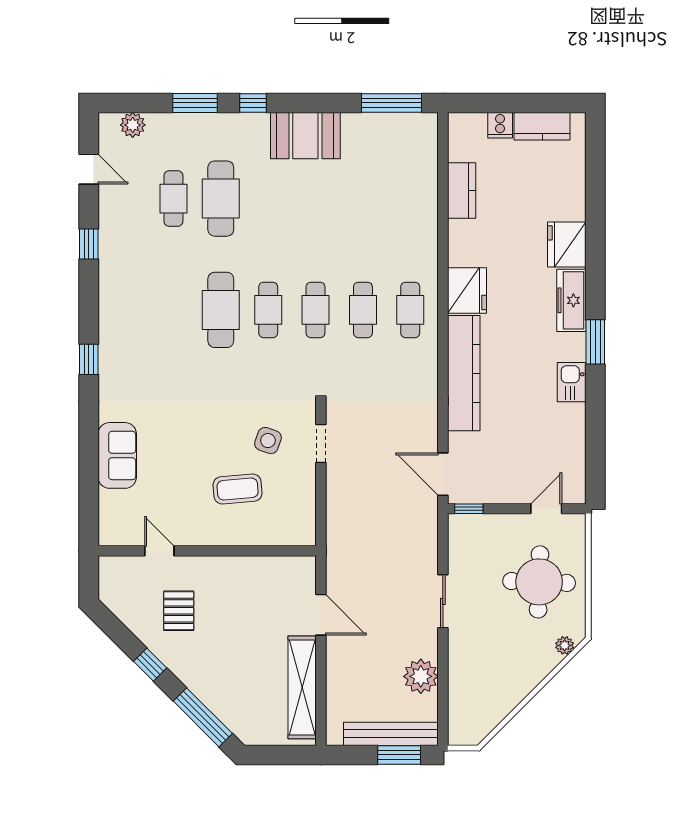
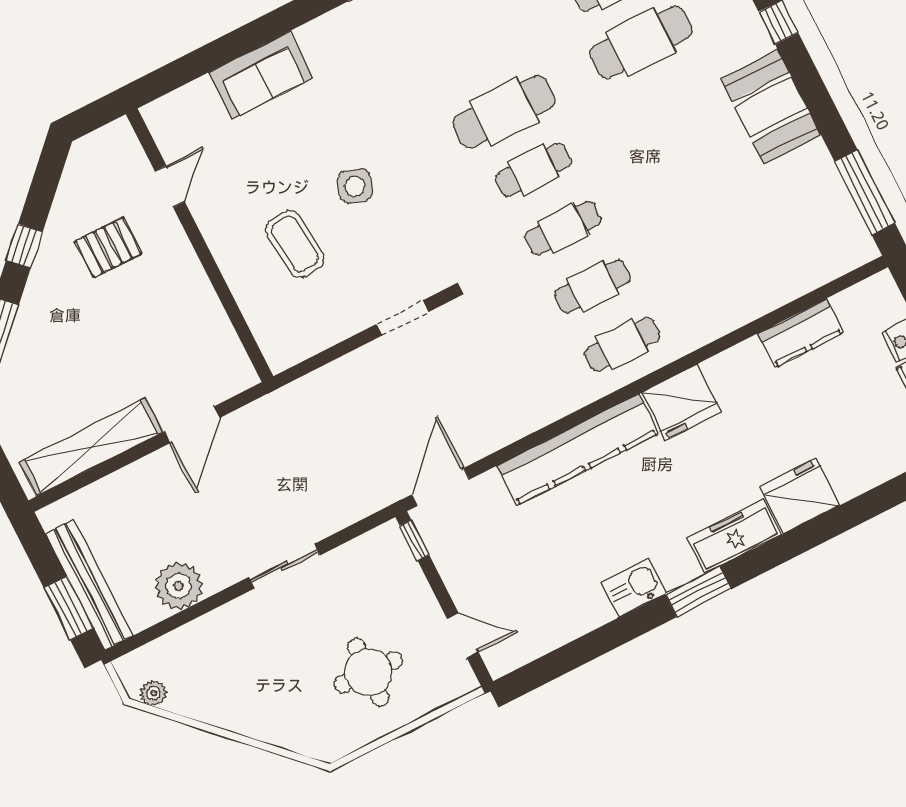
side table: (268, 441) -> (355, 186), moved
round table: (539, 582) -> (368, 672), width x0.73, depth x0.73
plant: (565, 645) -> (154, 693), moved

